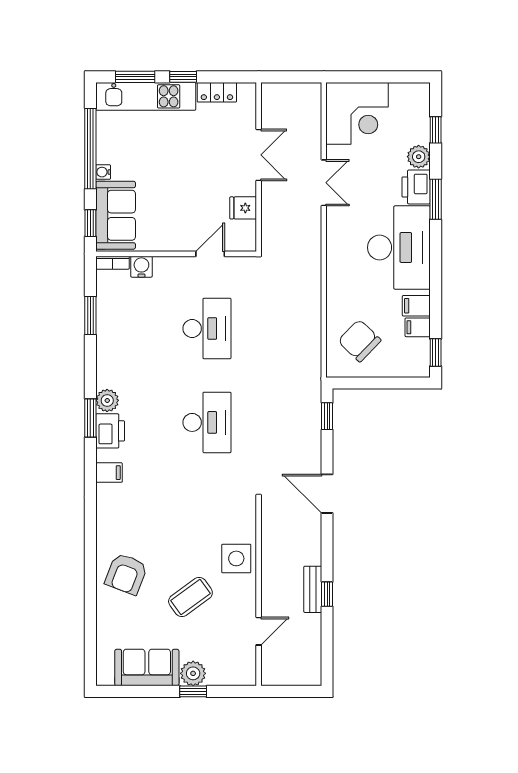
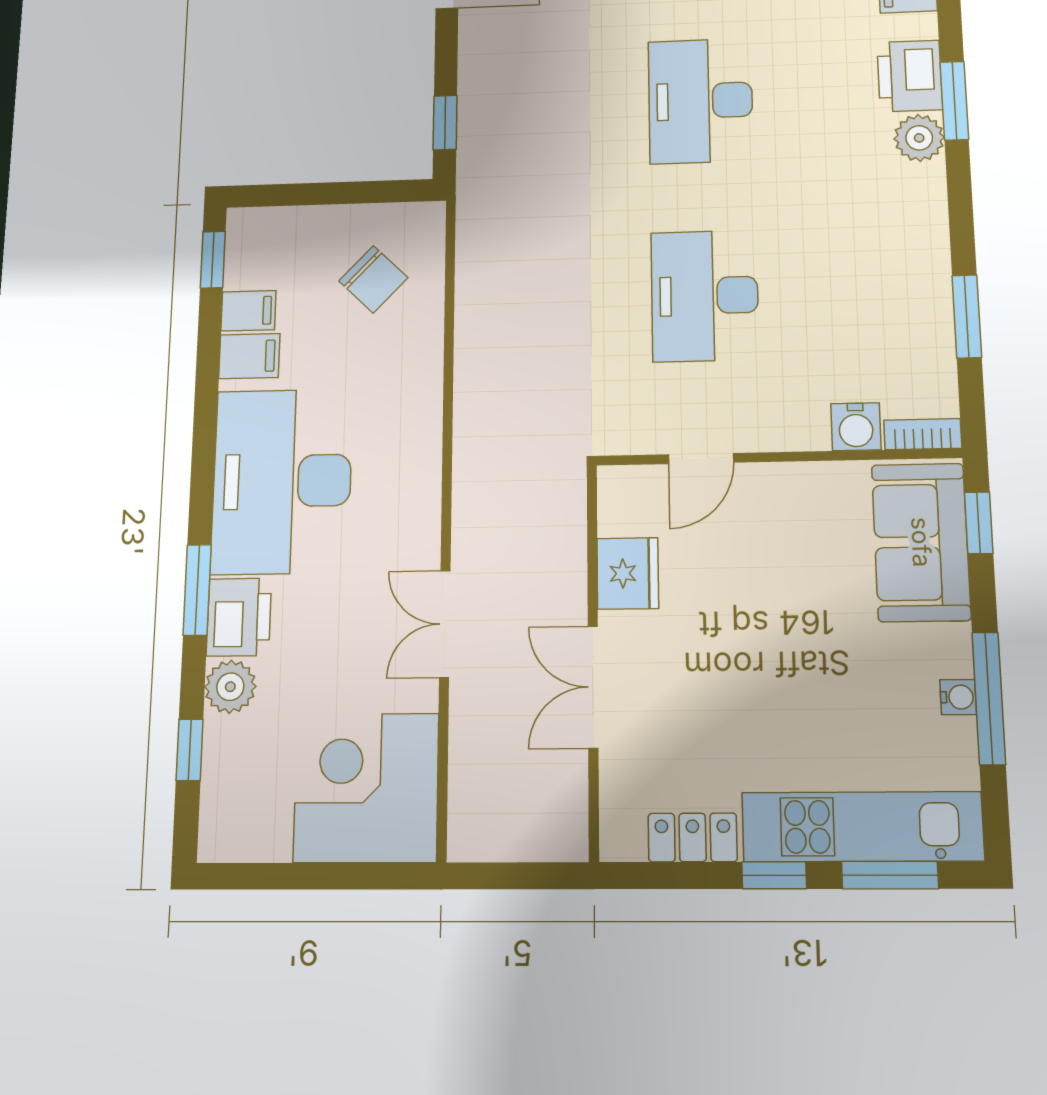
window: (90, 149) -> (989, 698), width x0.68
water cooler: (103, 172) -> (958, 697), moved
fridge: (243, 208) -> (628, 573), width x1.38
chair: (359, 341) -> (373, 279), width x0.73, depth x0.73

